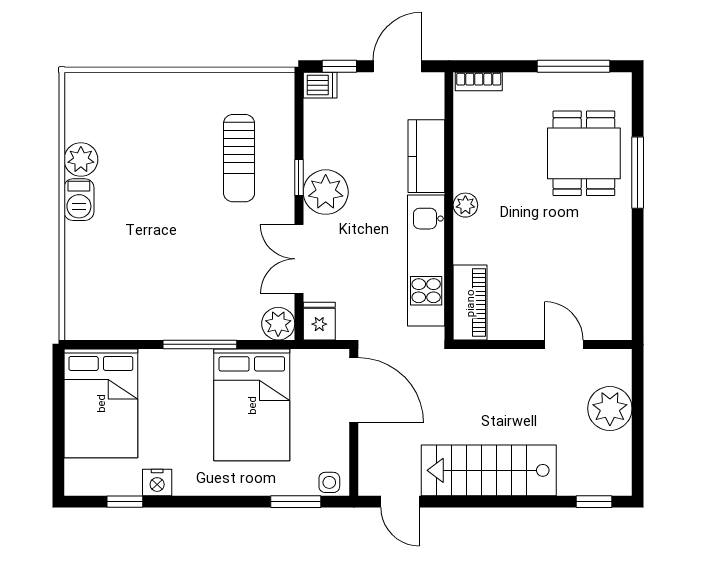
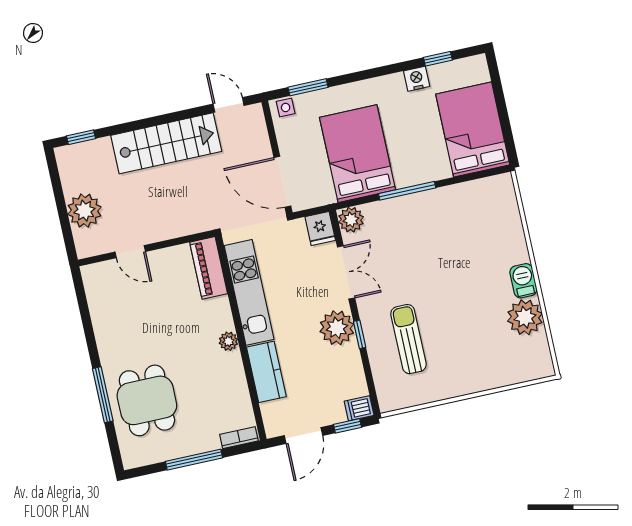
window: (574, 66) -> (194, 460), moved
plant: (81, 159) -> (525, 317), width x1.36, depth x1.36

